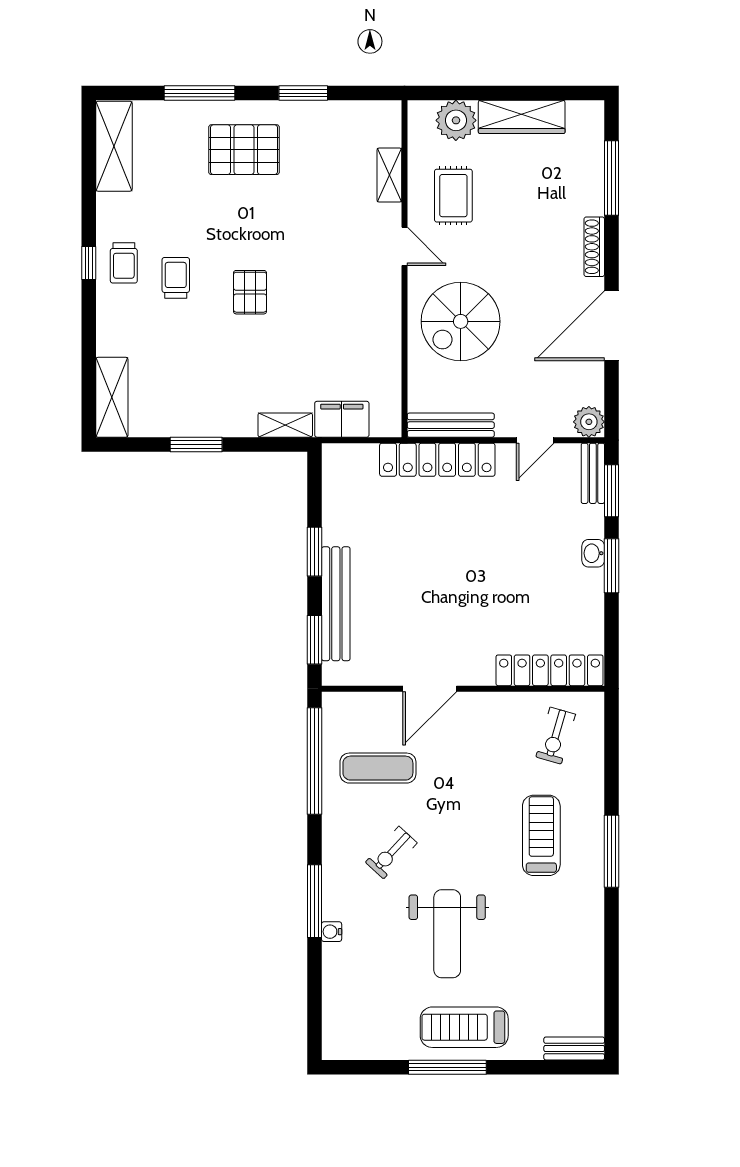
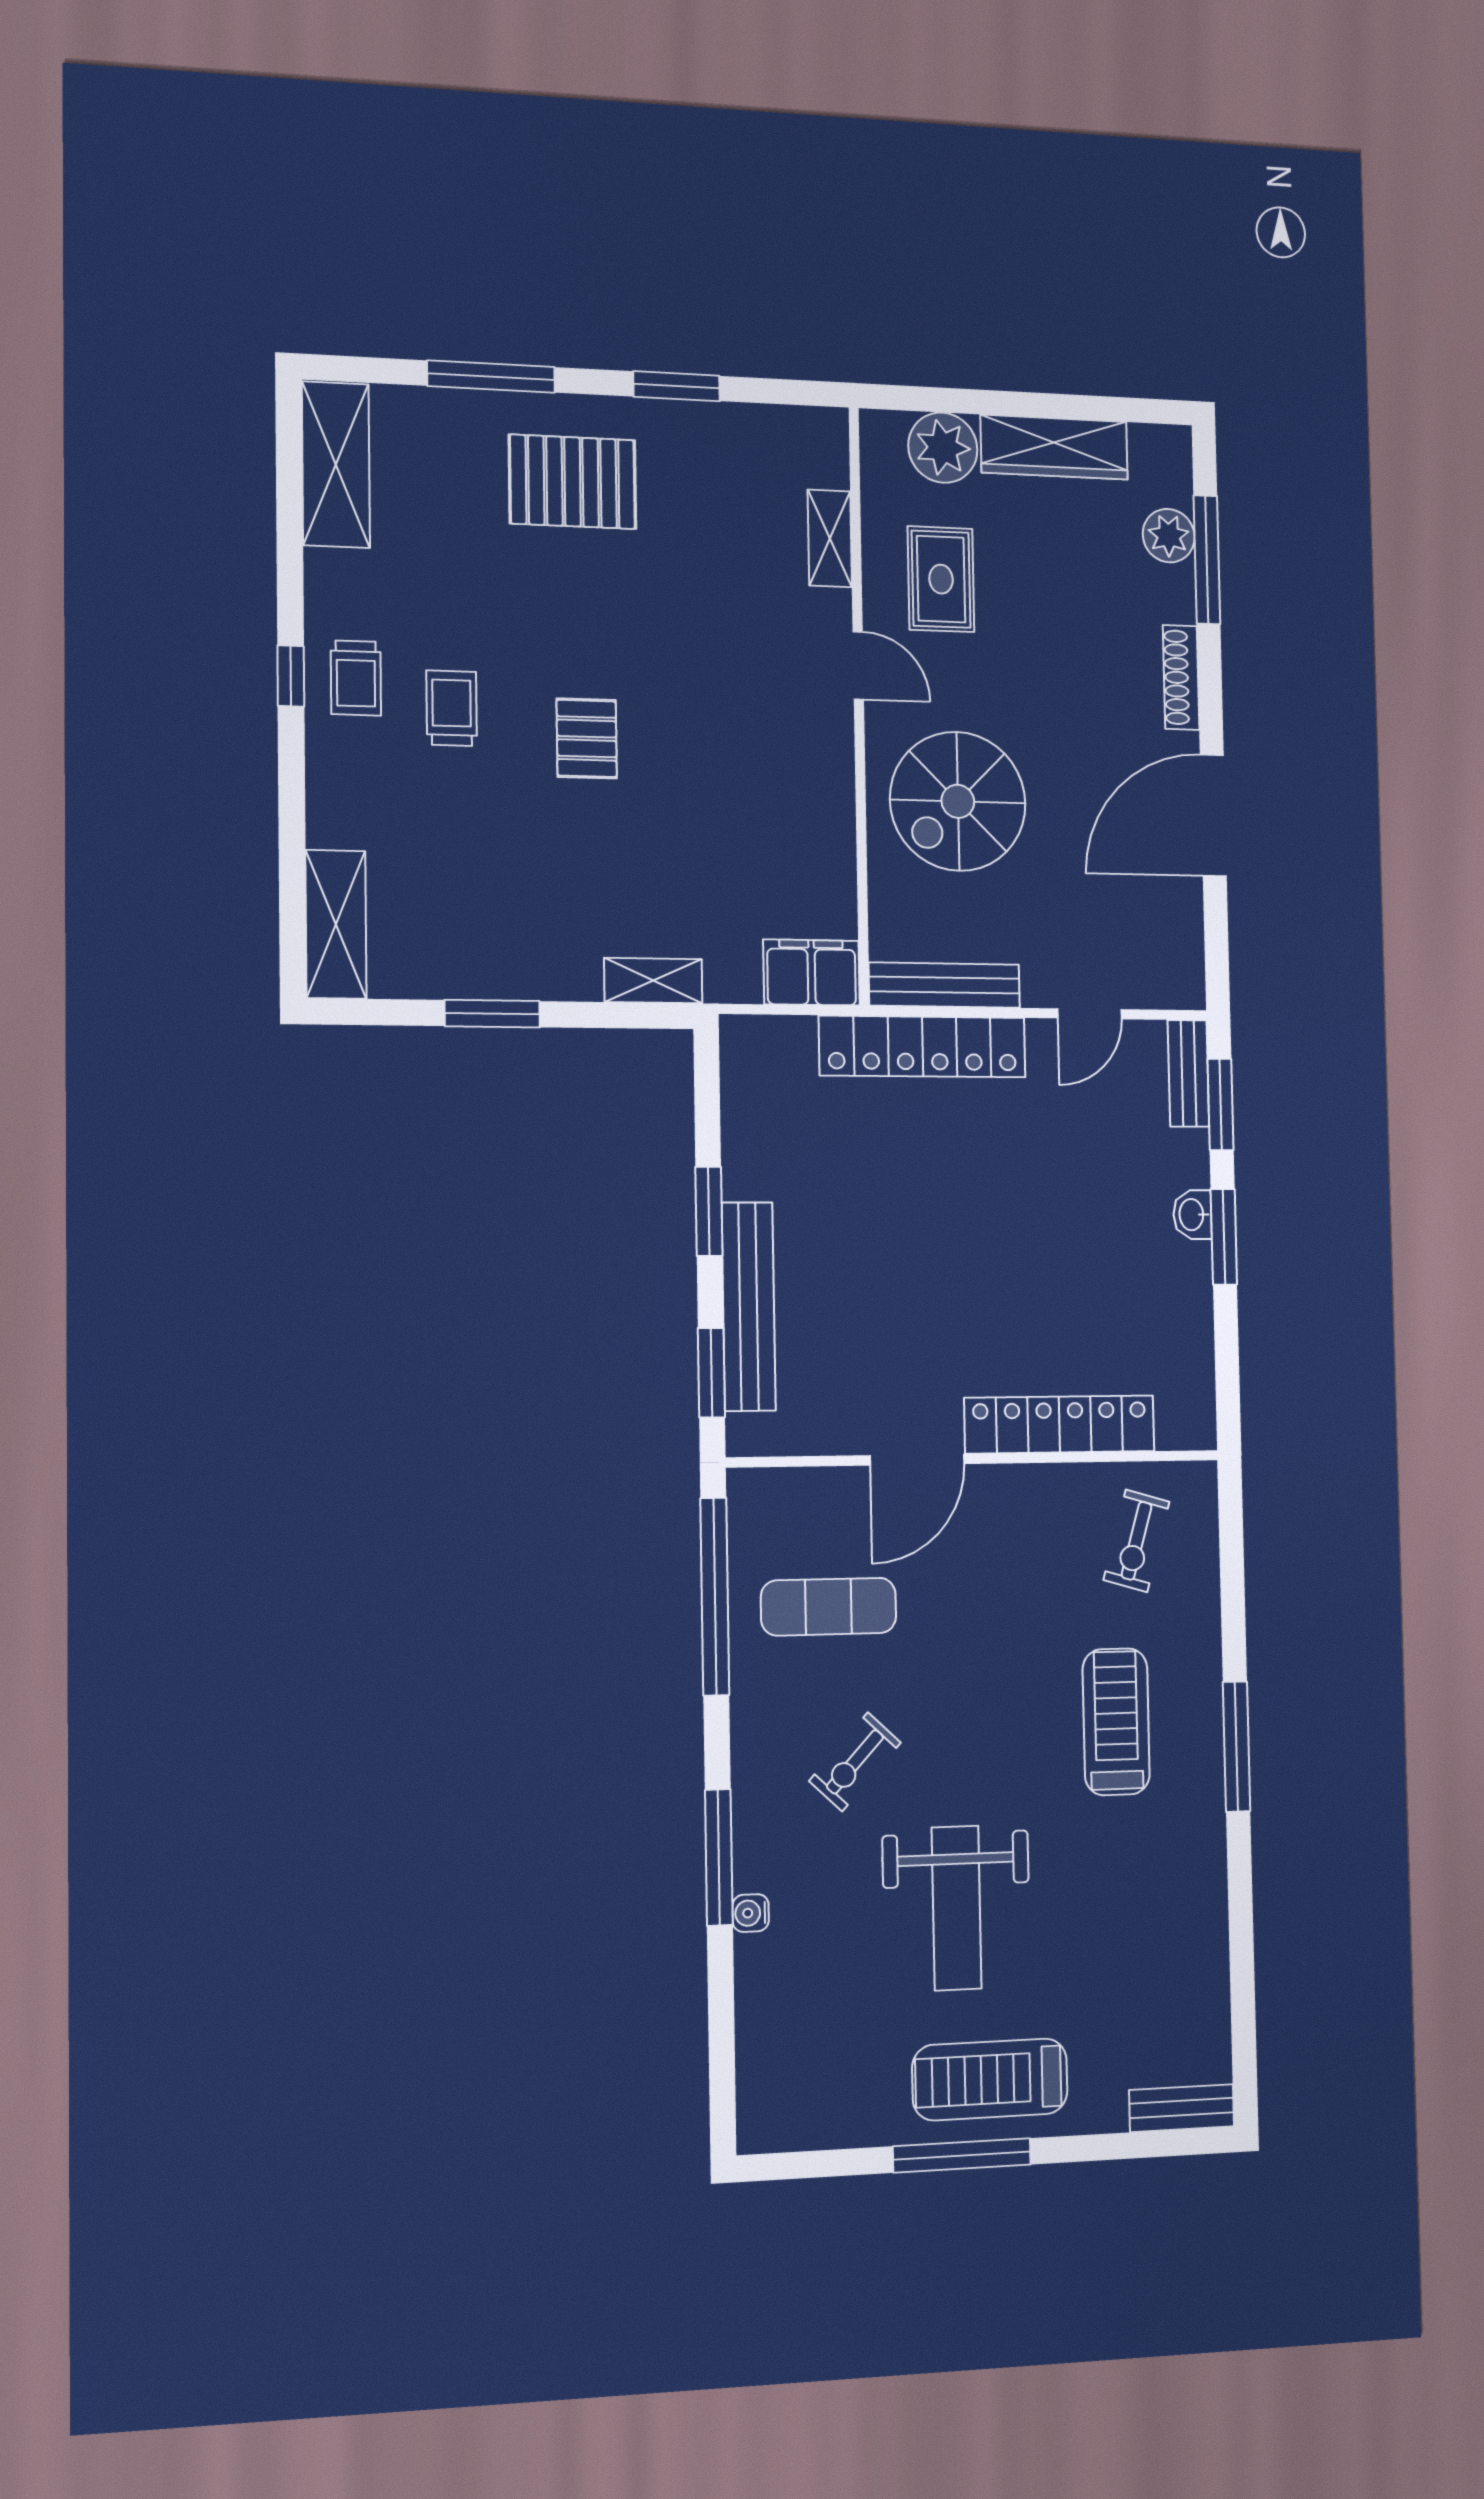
filing cabinet: (342, 419) -> (811, 972), moved
plant: (589, 422) -> (1169, 536), moved
locker: (550, 670) -> (1060, 1424), moved

